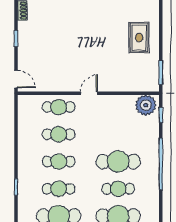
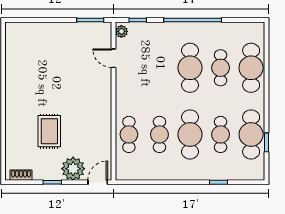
rug: (139, 38) -> (49, 131), moved, turned 90
plant: (28, 57) -> (73, 169), added
door: (89, 93) -> (113, 58), moved
plant: (146, 105) -> (121, 31), width x0.53, depth x0.53
cafe table: (59, 162) -> (190, 134), width x1.37, depth x1.35

